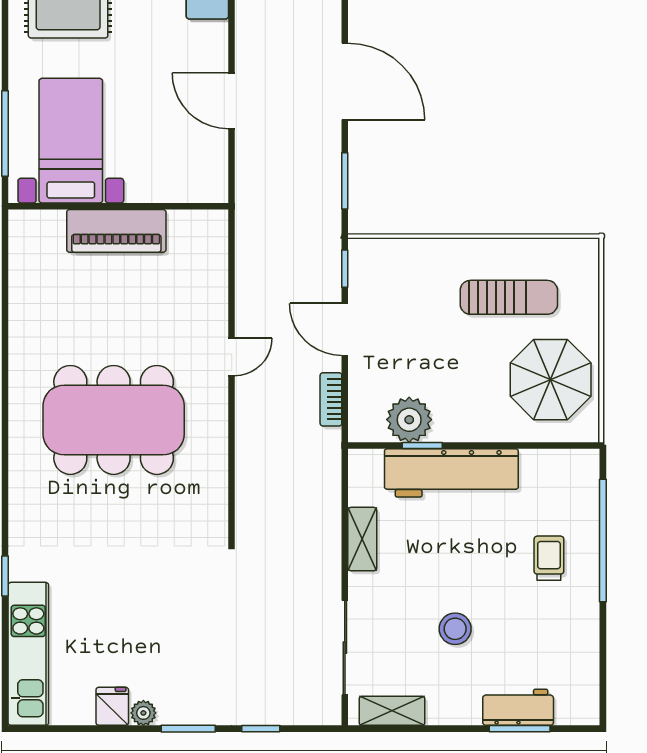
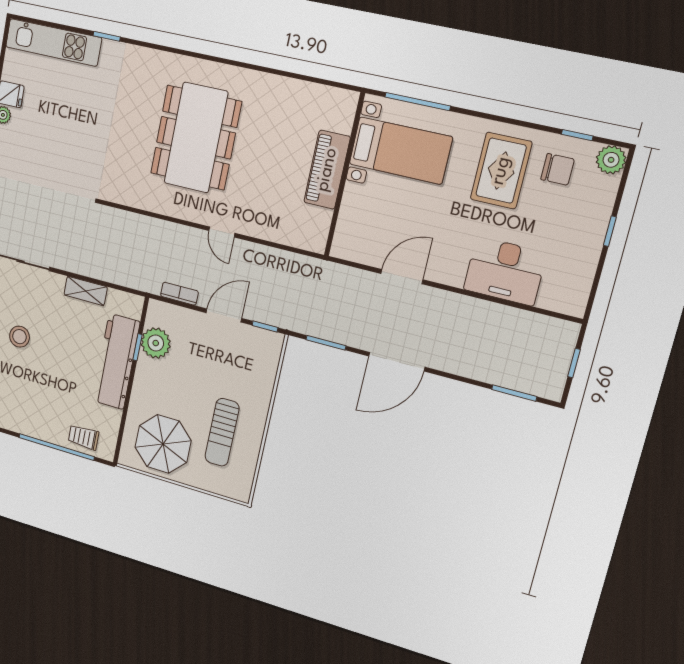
trolley: (549, 558) -> (83, 437), moved, turned 180

